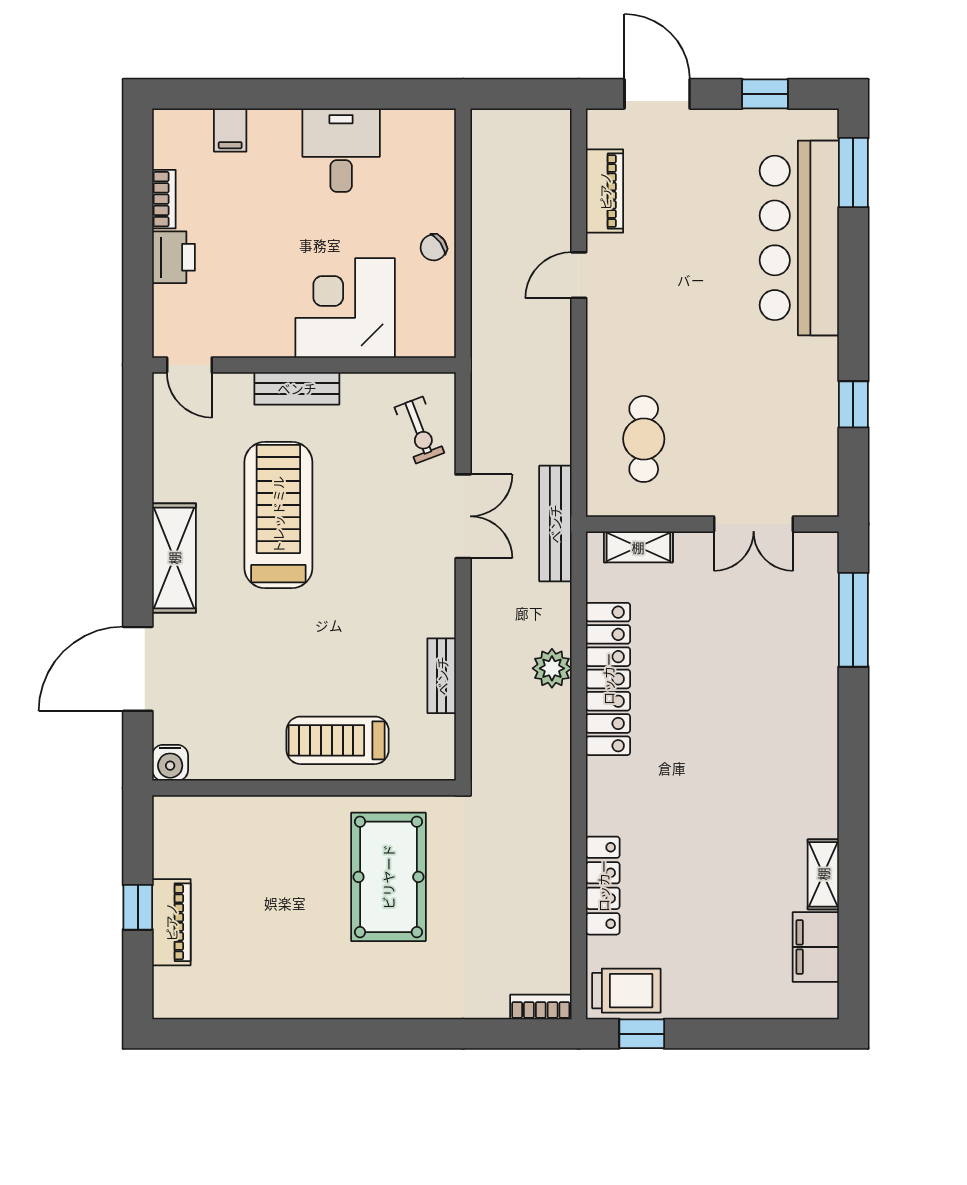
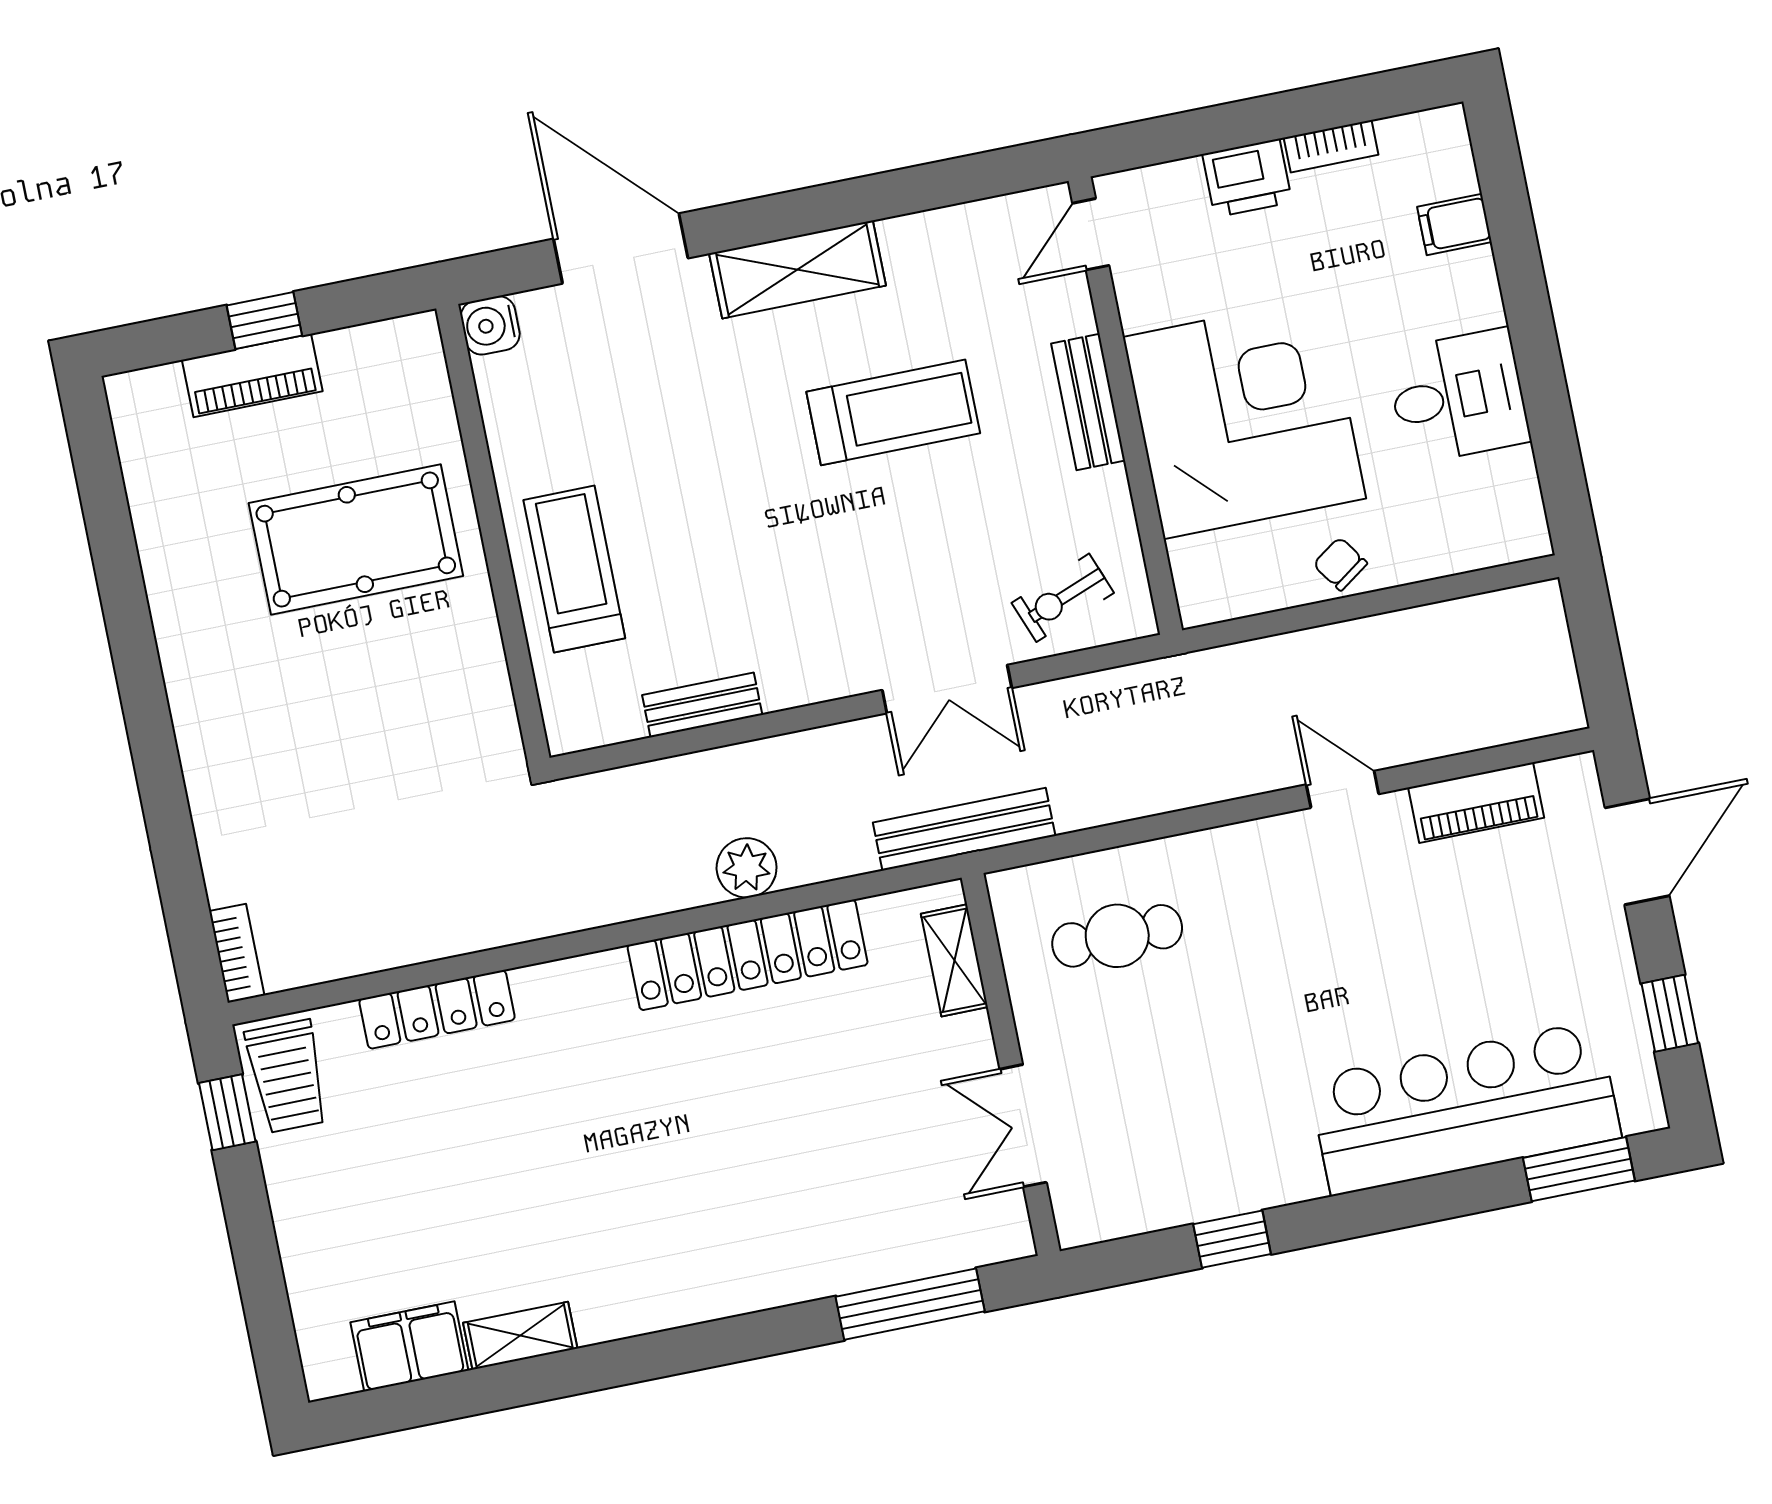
corner desk: (345, 308) -> (1244, 418), width x1.36, depth x1.36
treadmill: (278, 515) -> (893, 412), width x0.73, depth x0.73
pool table: (388, 877) -> (356, 539), moved

